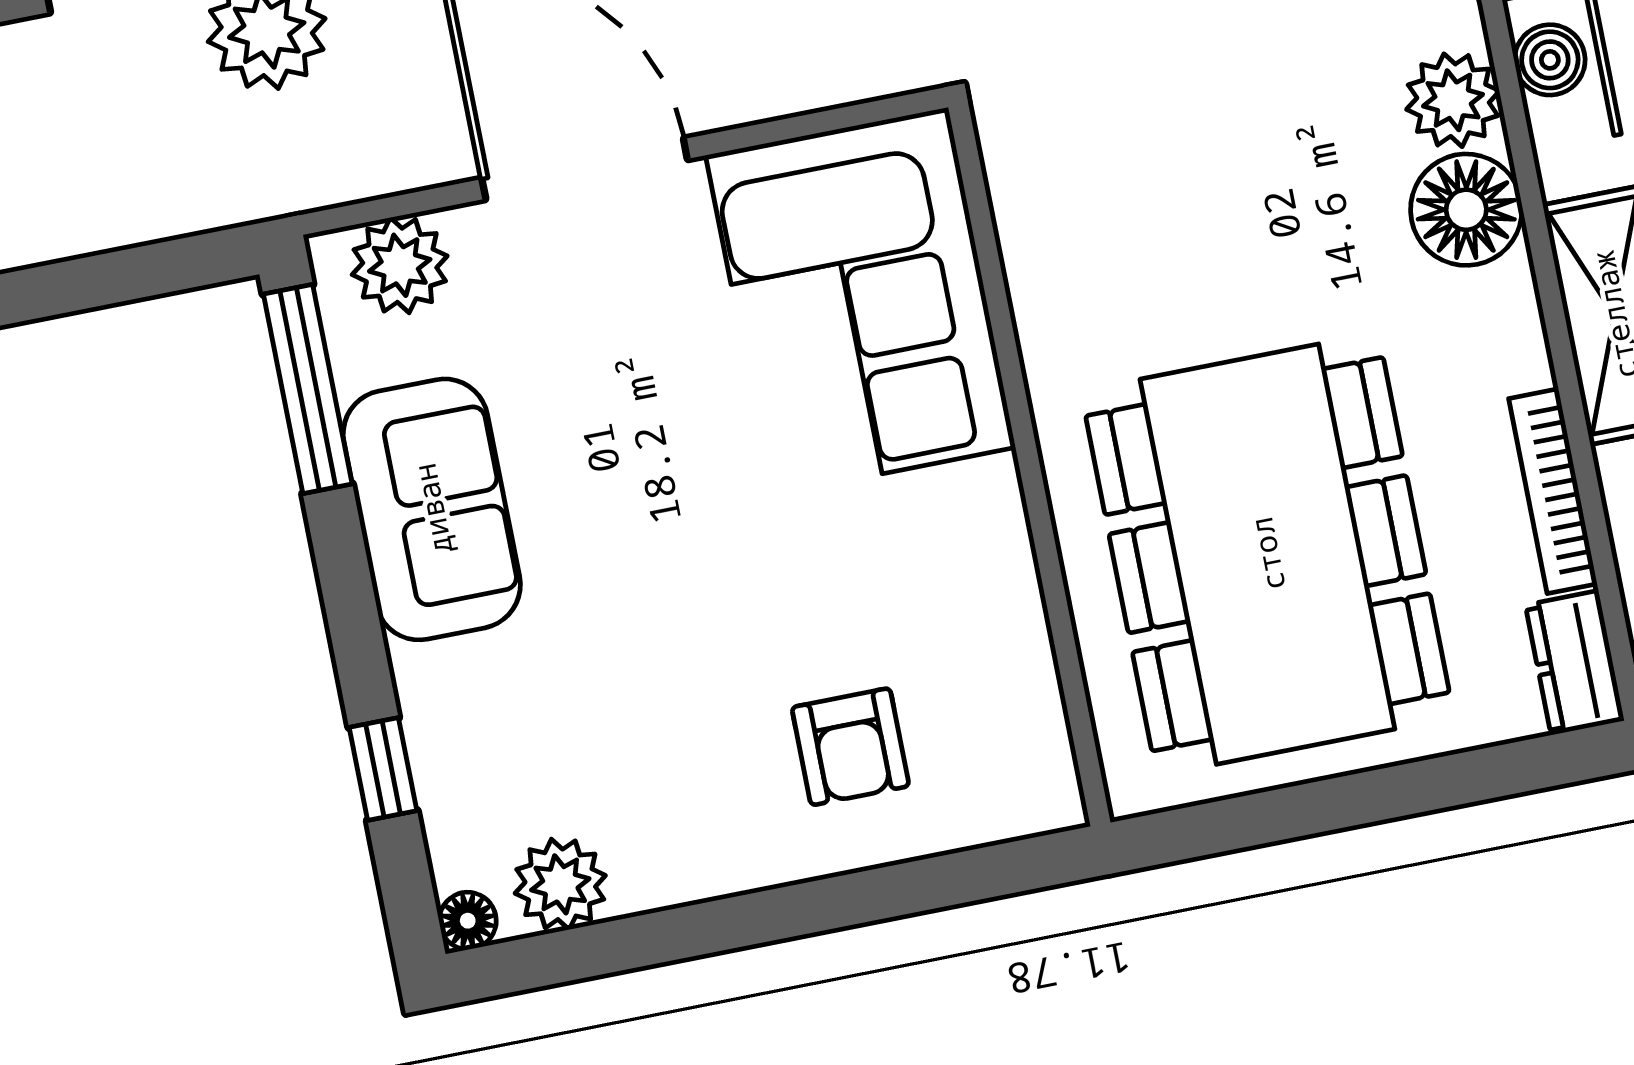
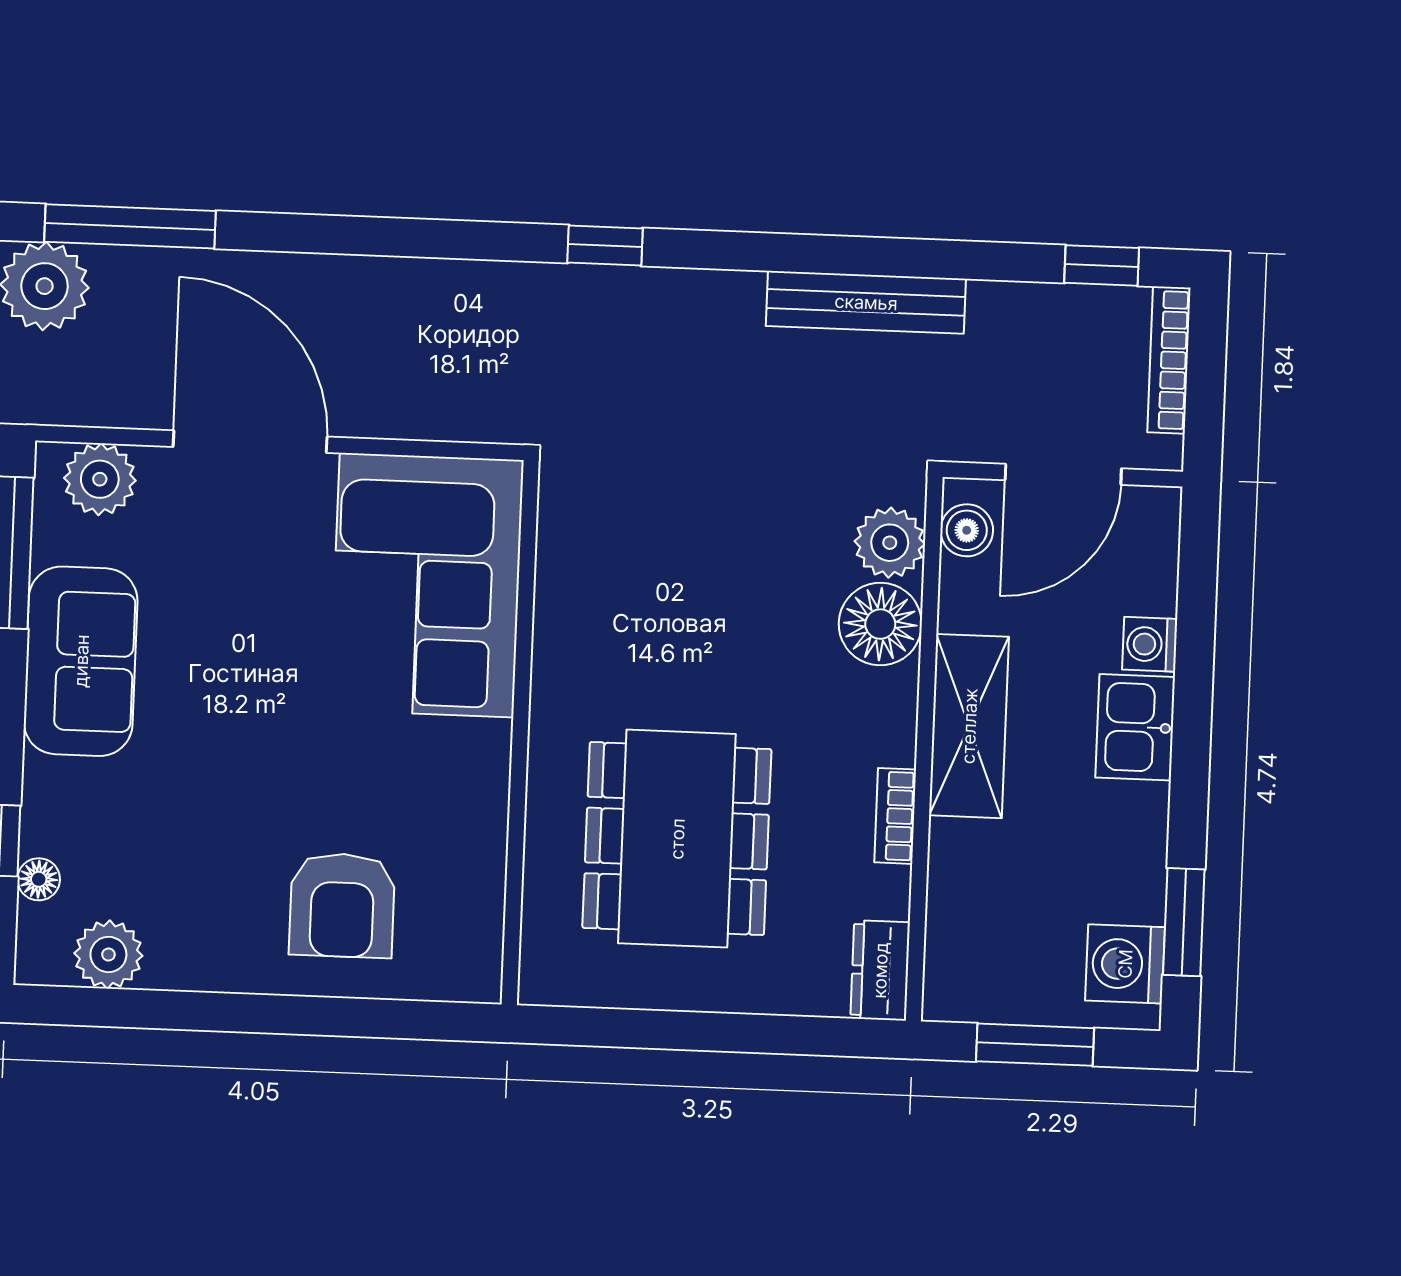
bookcase: (1553, 491) -> (895, 816), width x0.64
dining table: (1267, 554) -> (677, 839), width x0.73, depth x0.80
armchair: (850, 747) -> (342, 905), width x1.38, depth x1.38
floor lamp: (468, 921) -> (39, 879), moved

